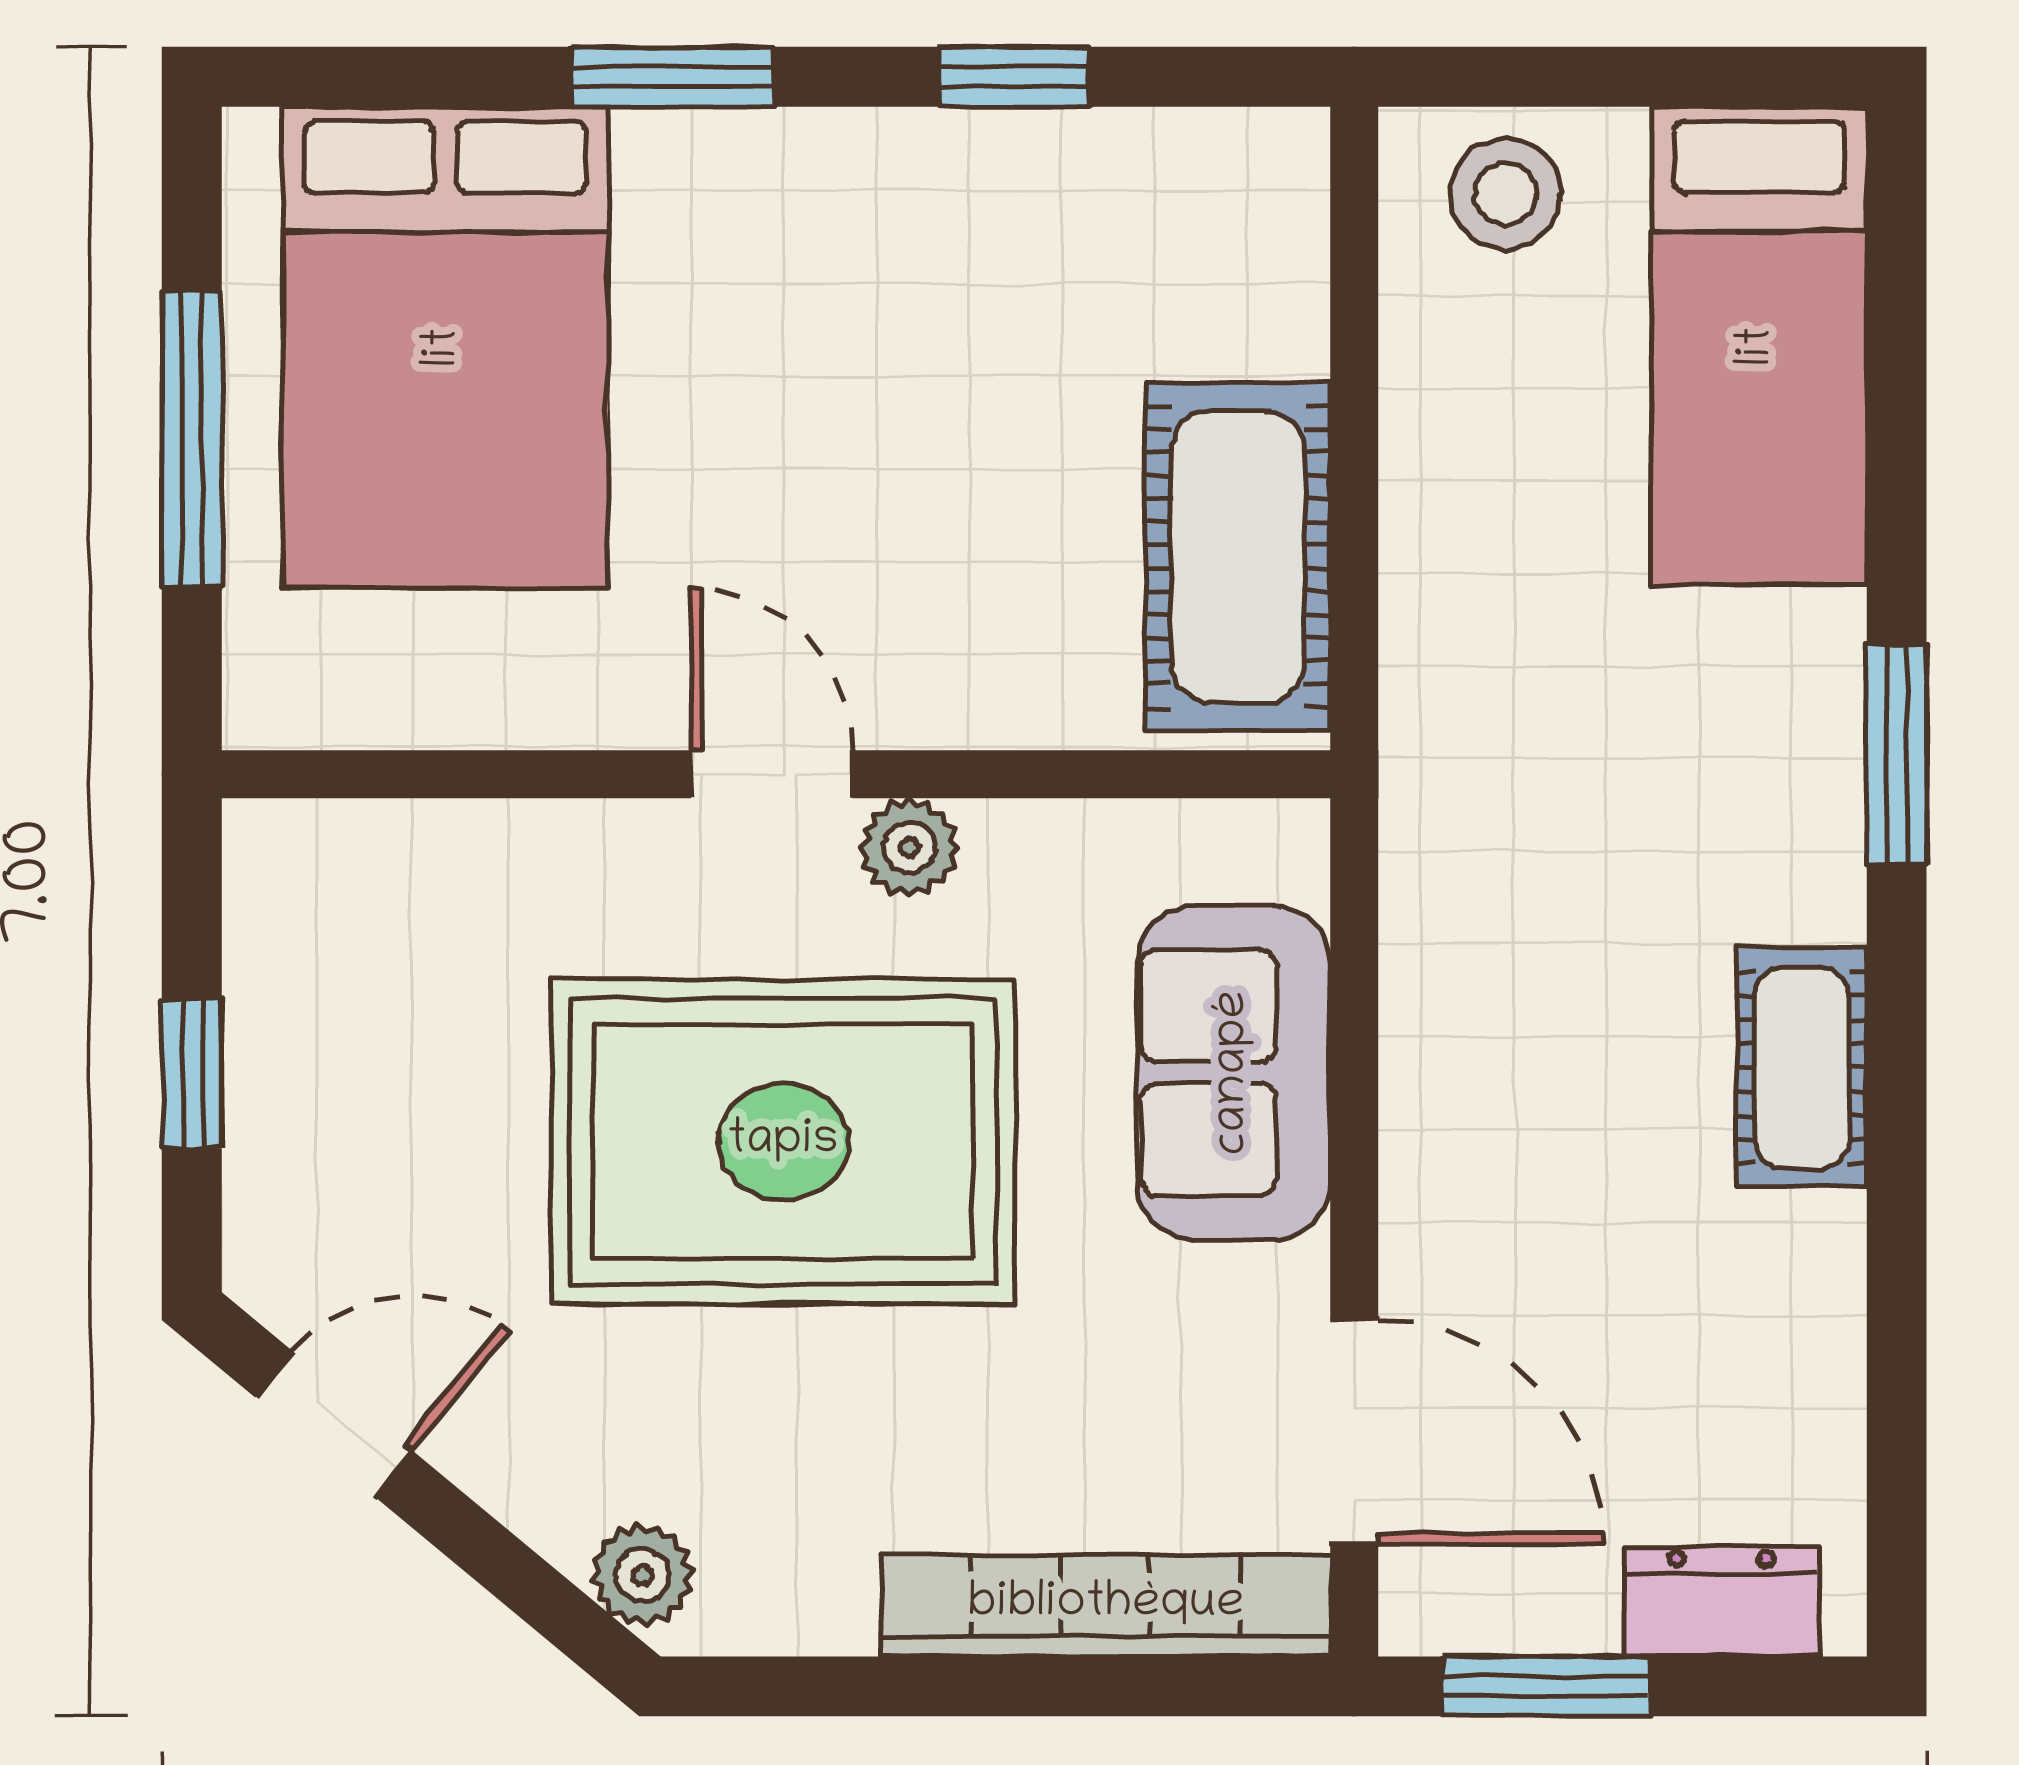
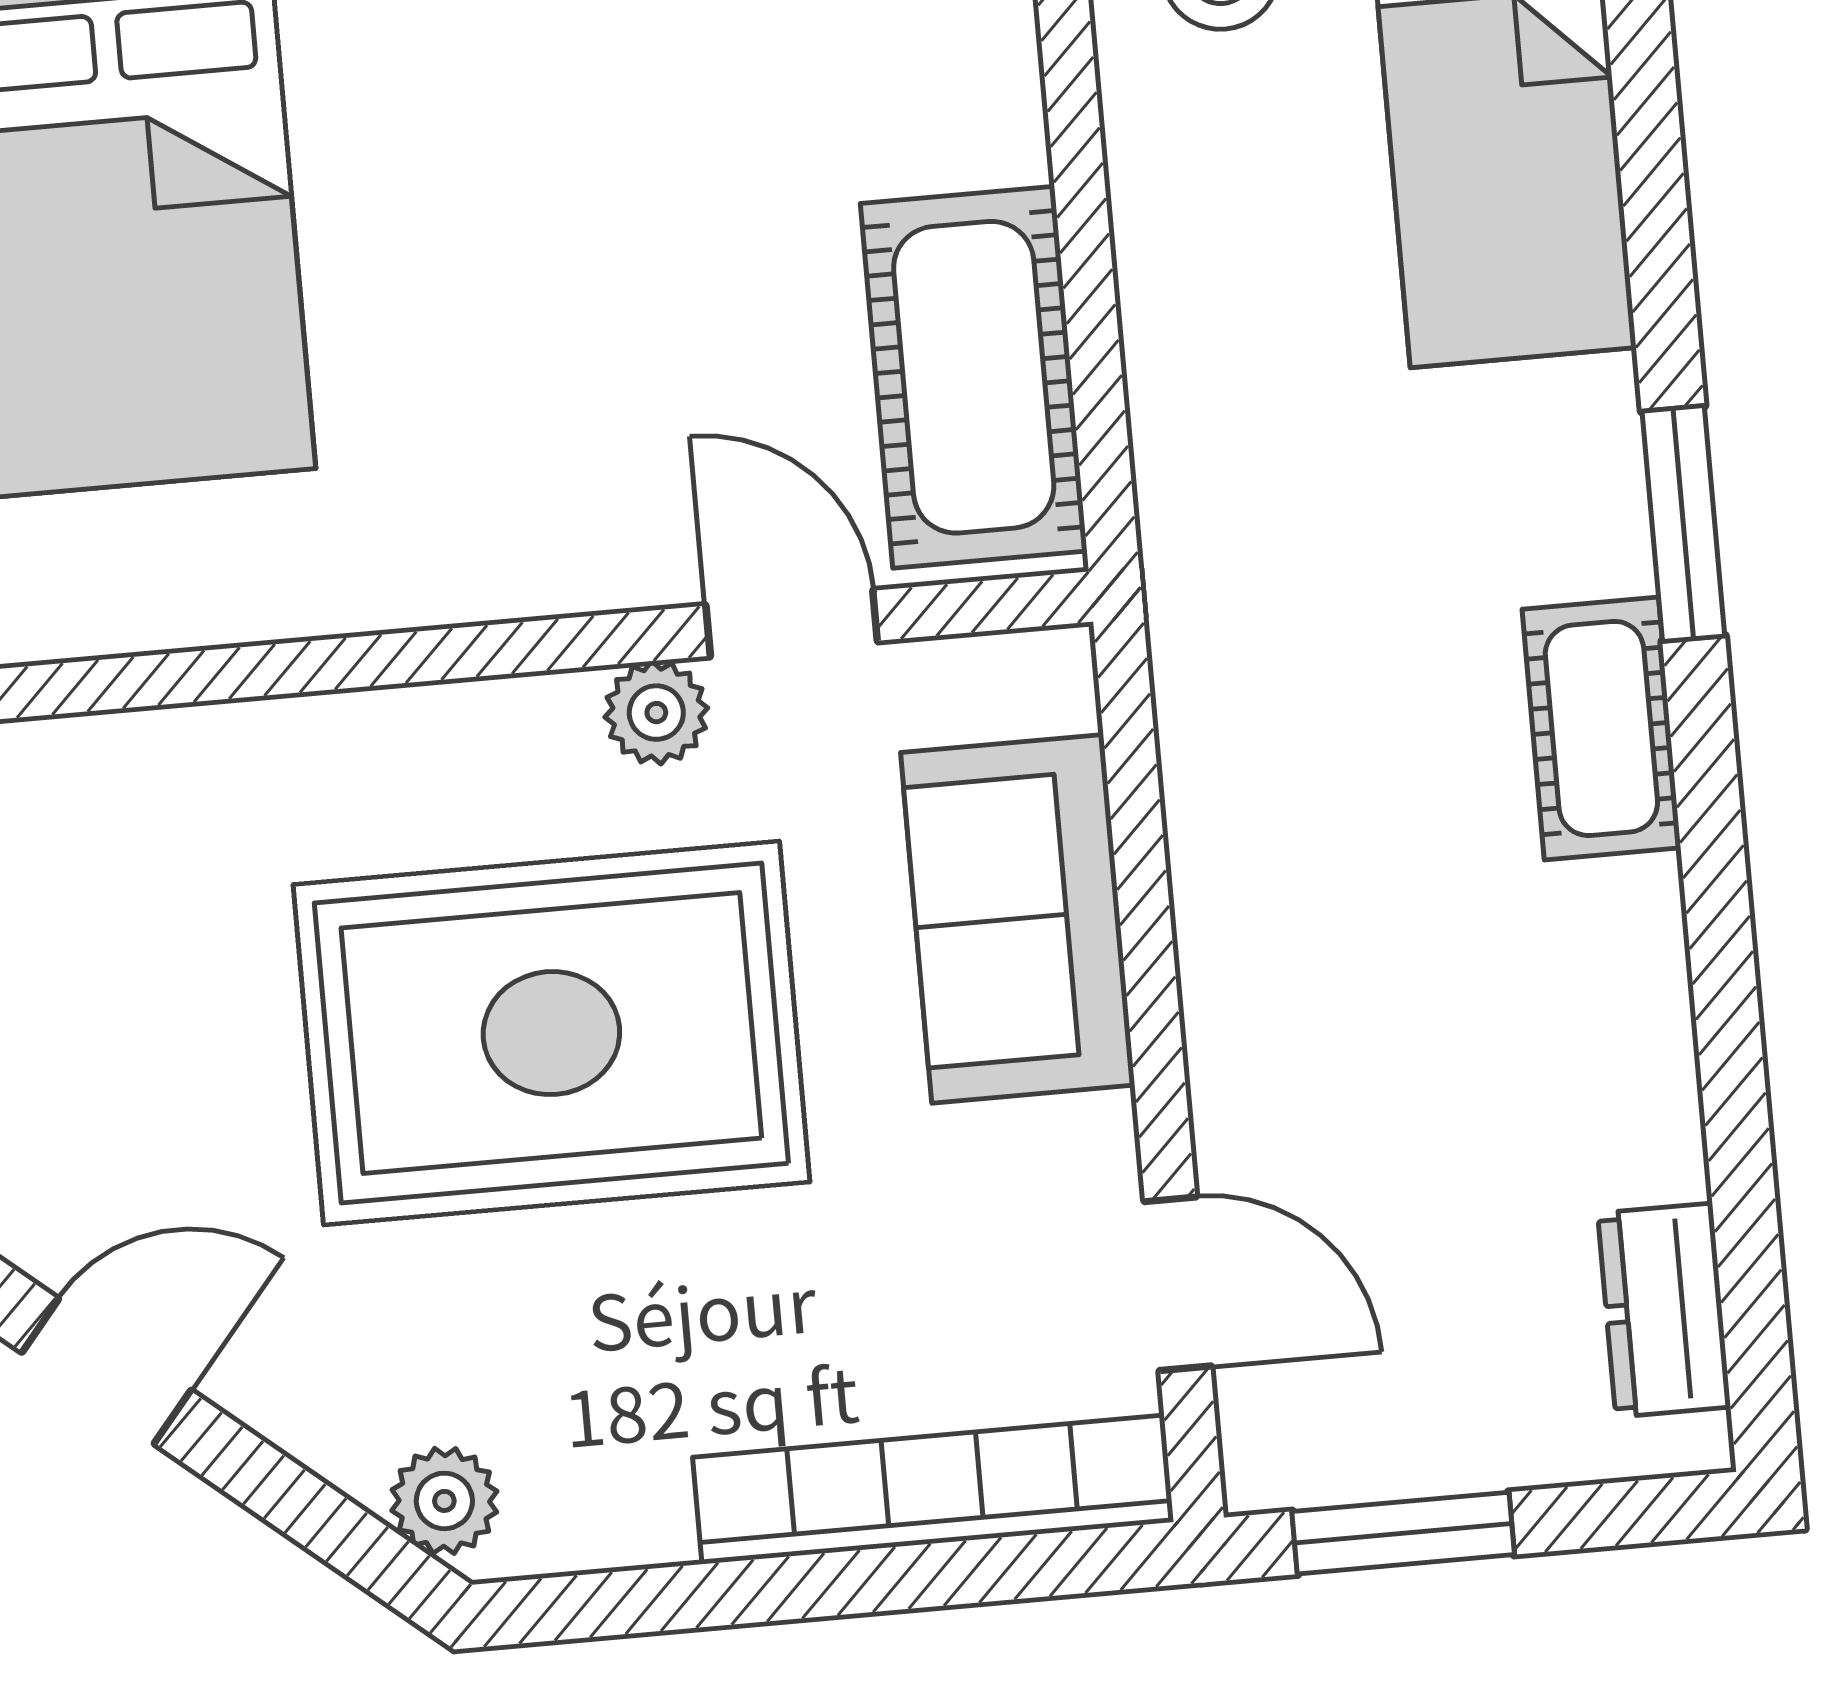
door: (772, 774) -> (792, 623), moved
cot: (1802, 1068) -> (1601, 728), moved
door: (1354, 1431) -> (1178, 1284), width x0.73
dresser: (1721, 1602) -> (1664, 1310), moved, turned -90

